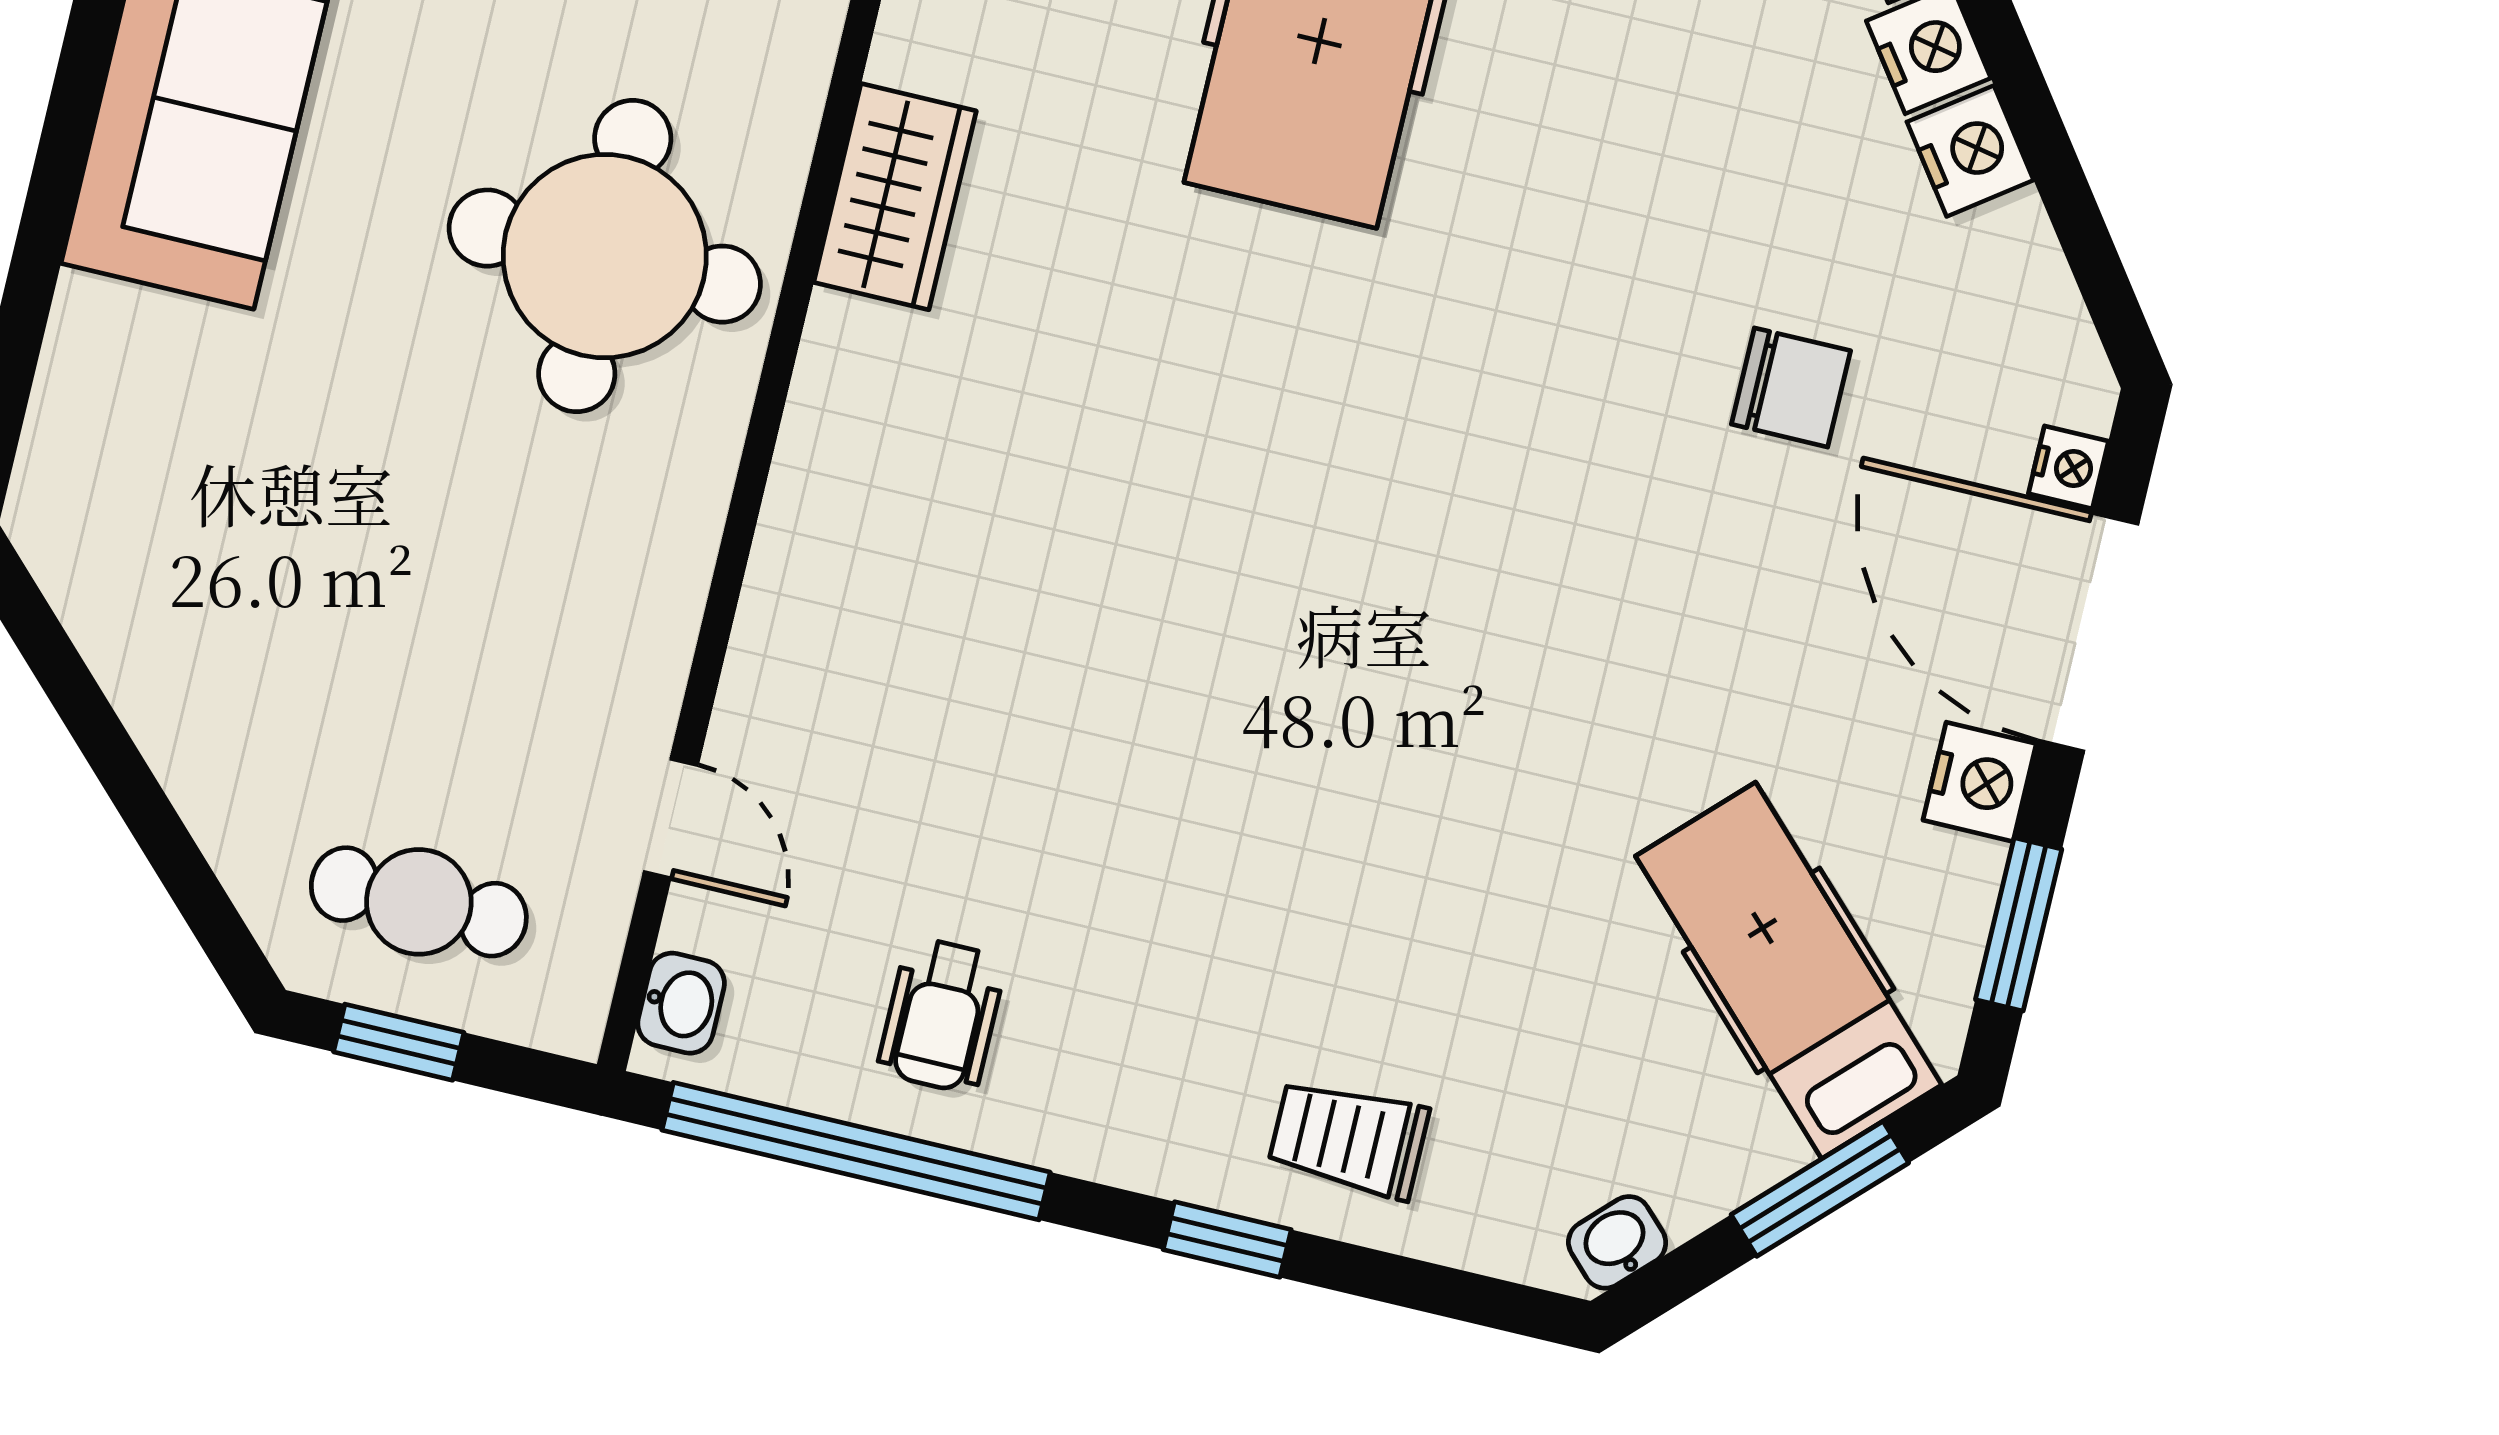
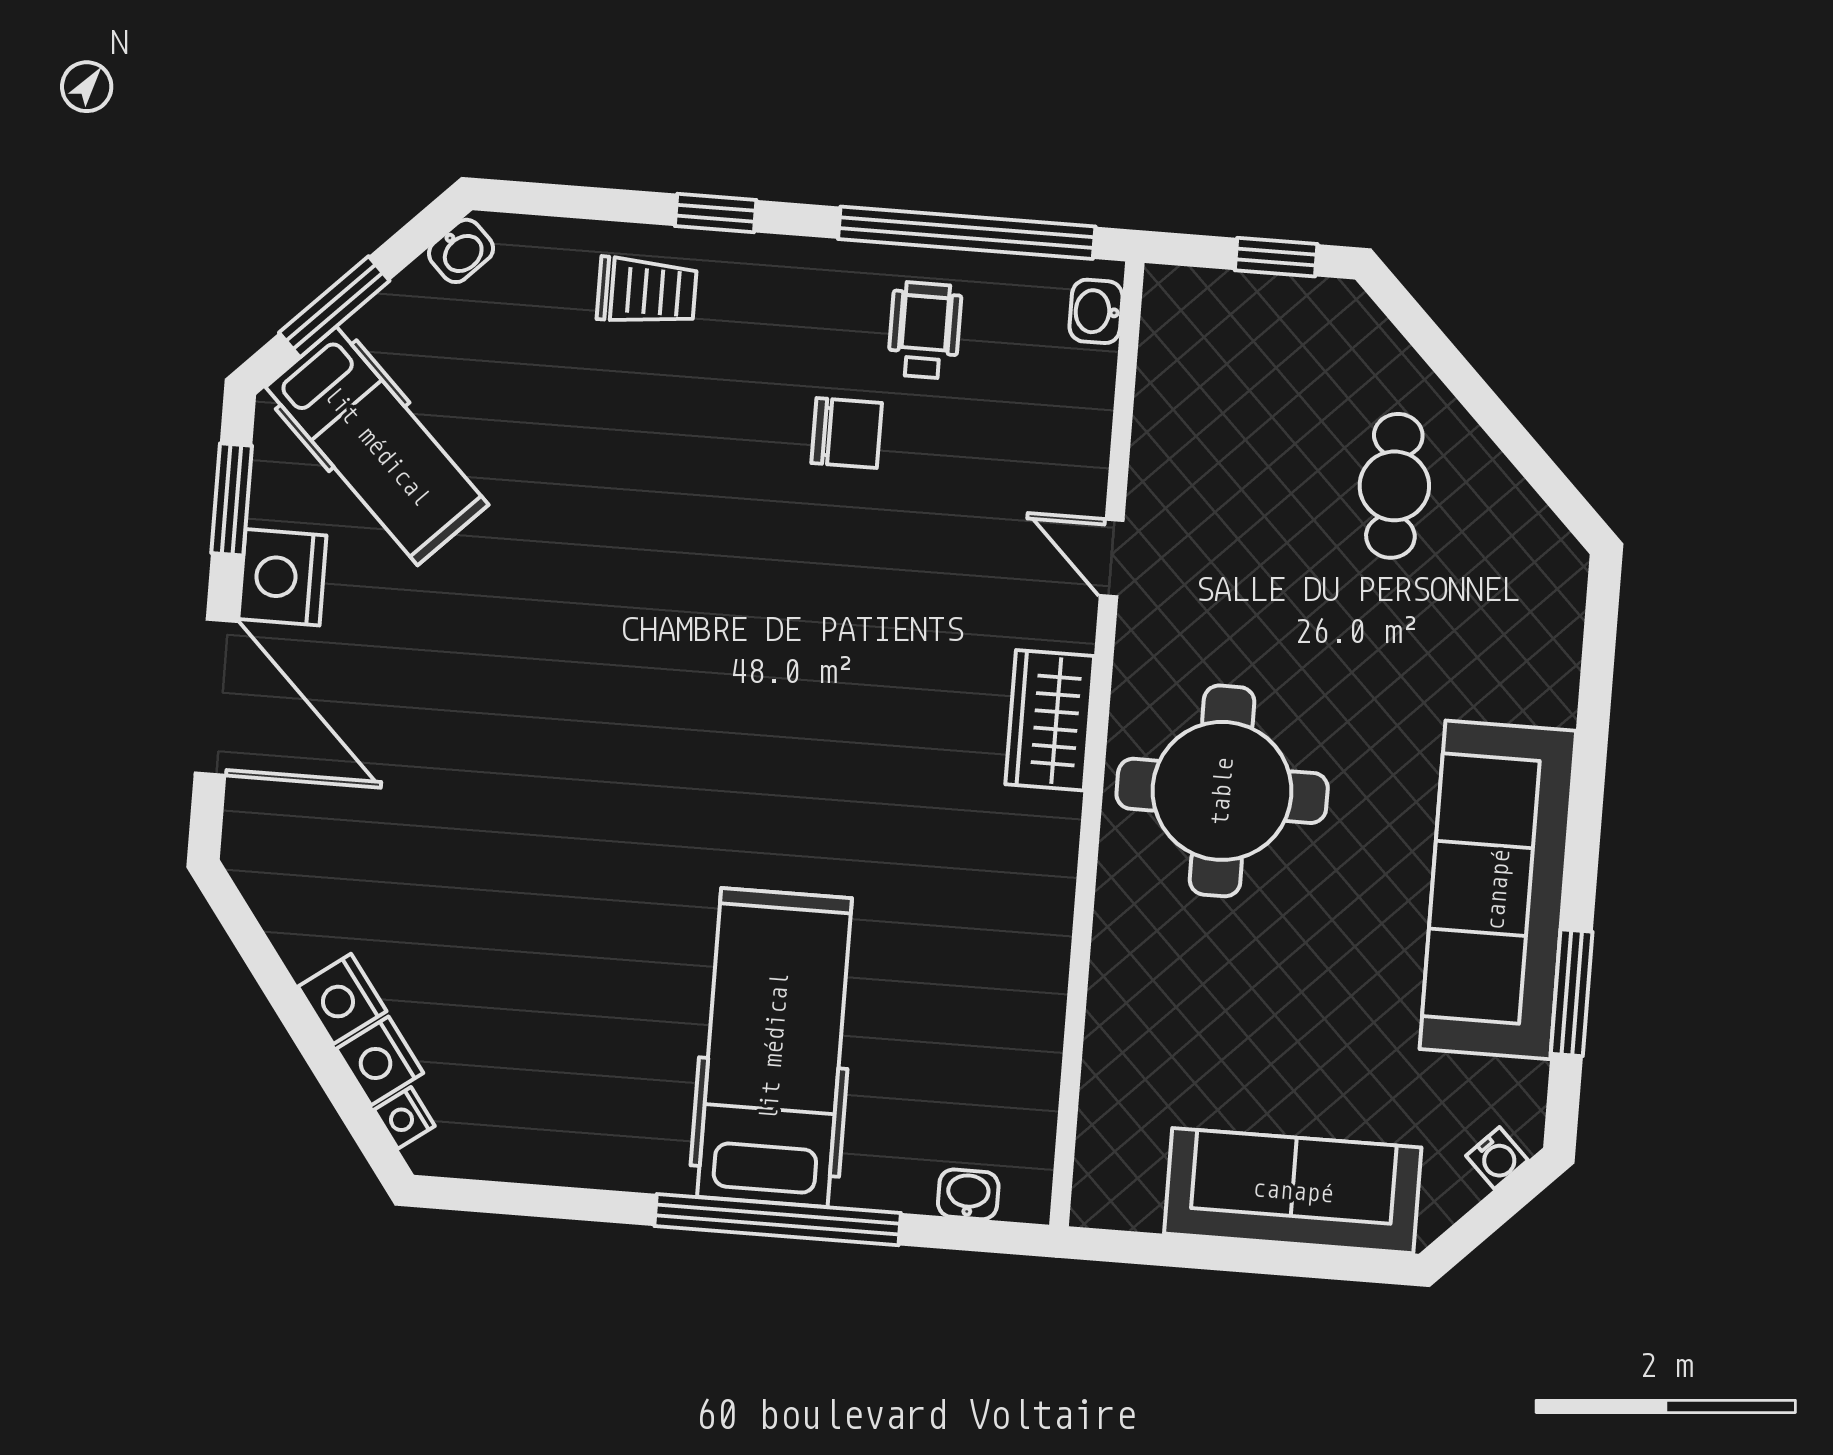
wardrobe: (895, 197) -> (1050, 720), moved
chair: (1791, 387) -> (847, 433), moved, turned 180
nightstand: (2068, 467) -> (246, 803), removed
nightstand: (1980, 782) -> (282, 577), width x1.36, depth x1.33
door: (671, 819) -> (1112, 558), moved
cafe table: (419, 902) -> (1394, 486), moved, turned 90

